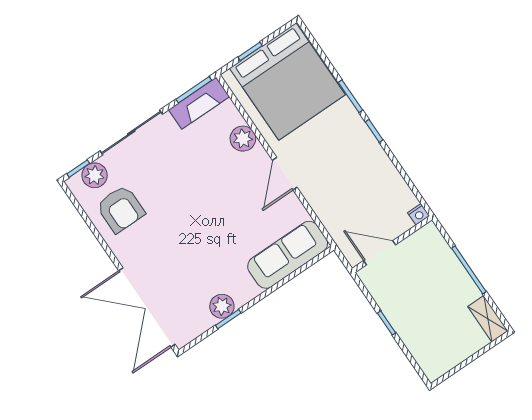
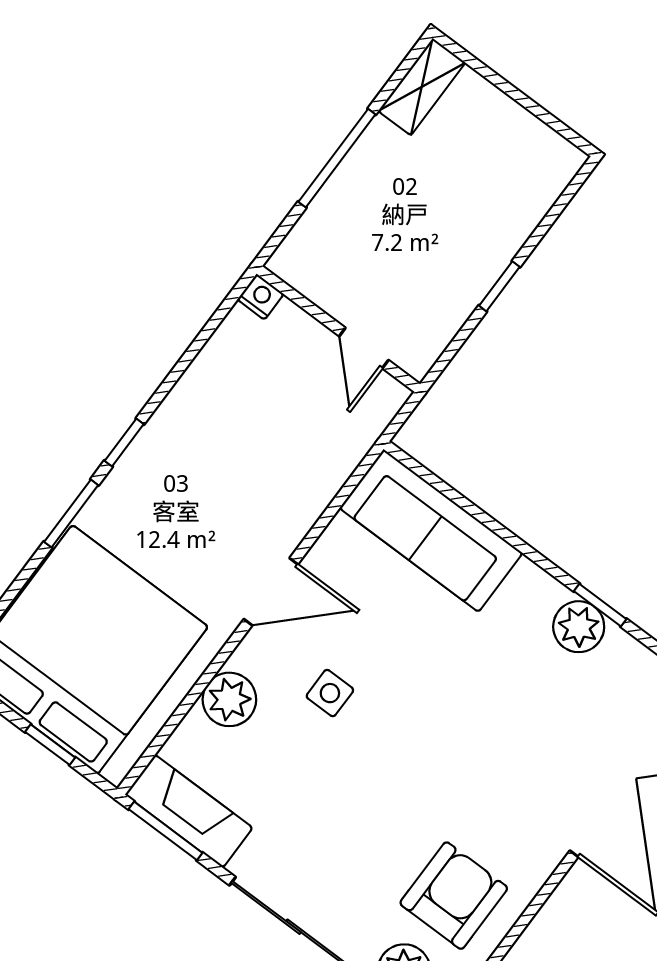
side table: (230, 185) -> (330, 693), added
door: (380, 253) -> (364, 348), width x0.73

